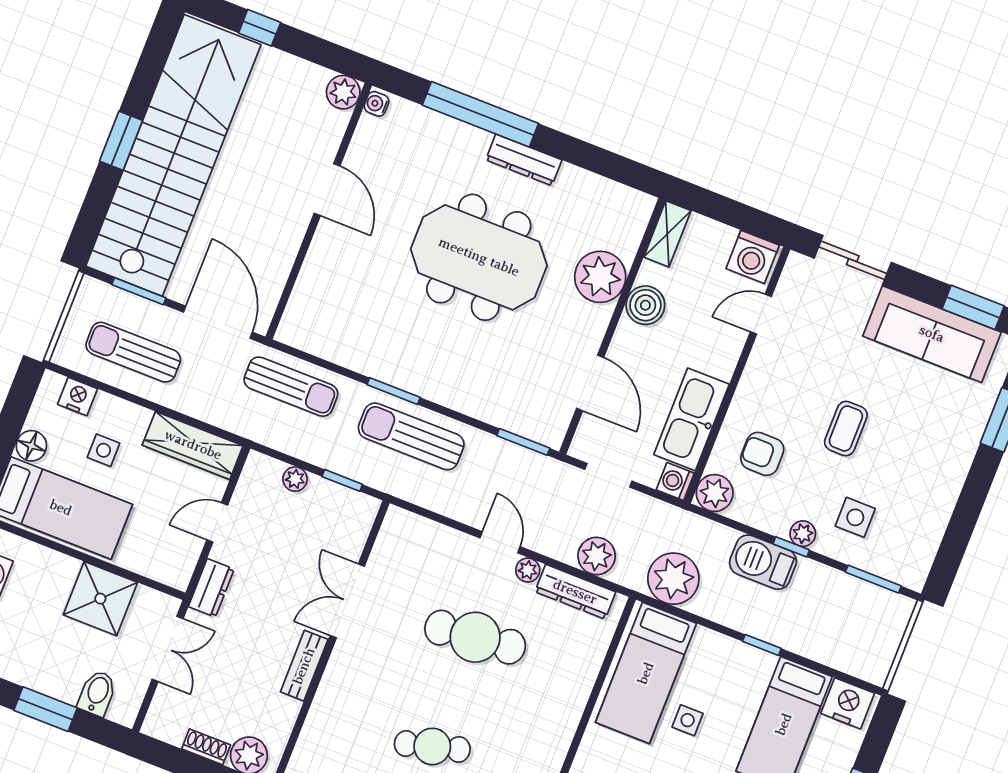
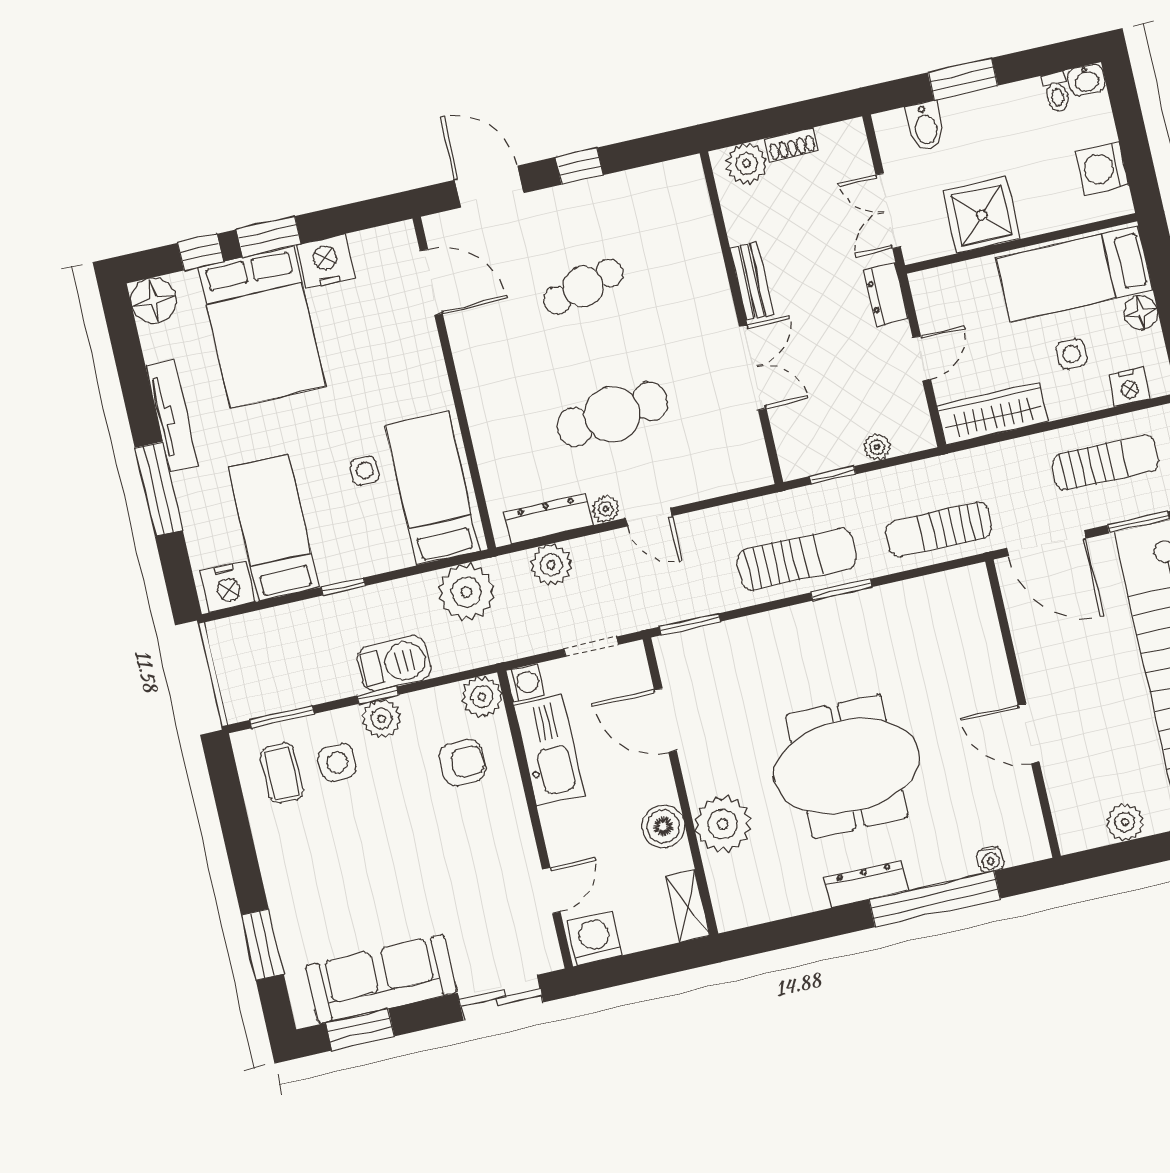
plant: (343, 92) -> (1125, 822), moved
water cooler: (377, 104) -> (990, 859), moved, turned 90
coffee table: (846, 429) -> (282, 773), moved
plant: (803, 534) -> (382, 719), width x1.38, depth x1.38

